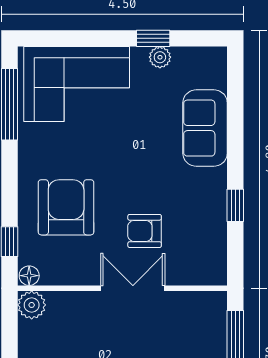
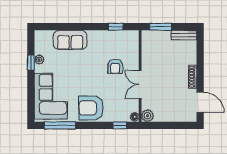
window: (235, 205) -> (116, 27), moved
armchair: (66, 207) -> (91, 108), moved
double door: (133, 288) -> (140, 85), moved

